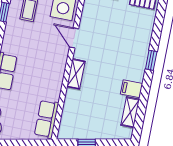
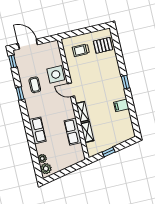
shelving: (130, 112) -> (87, 132), moved
row of seats: (47, 119) -> (73, 132), moved

